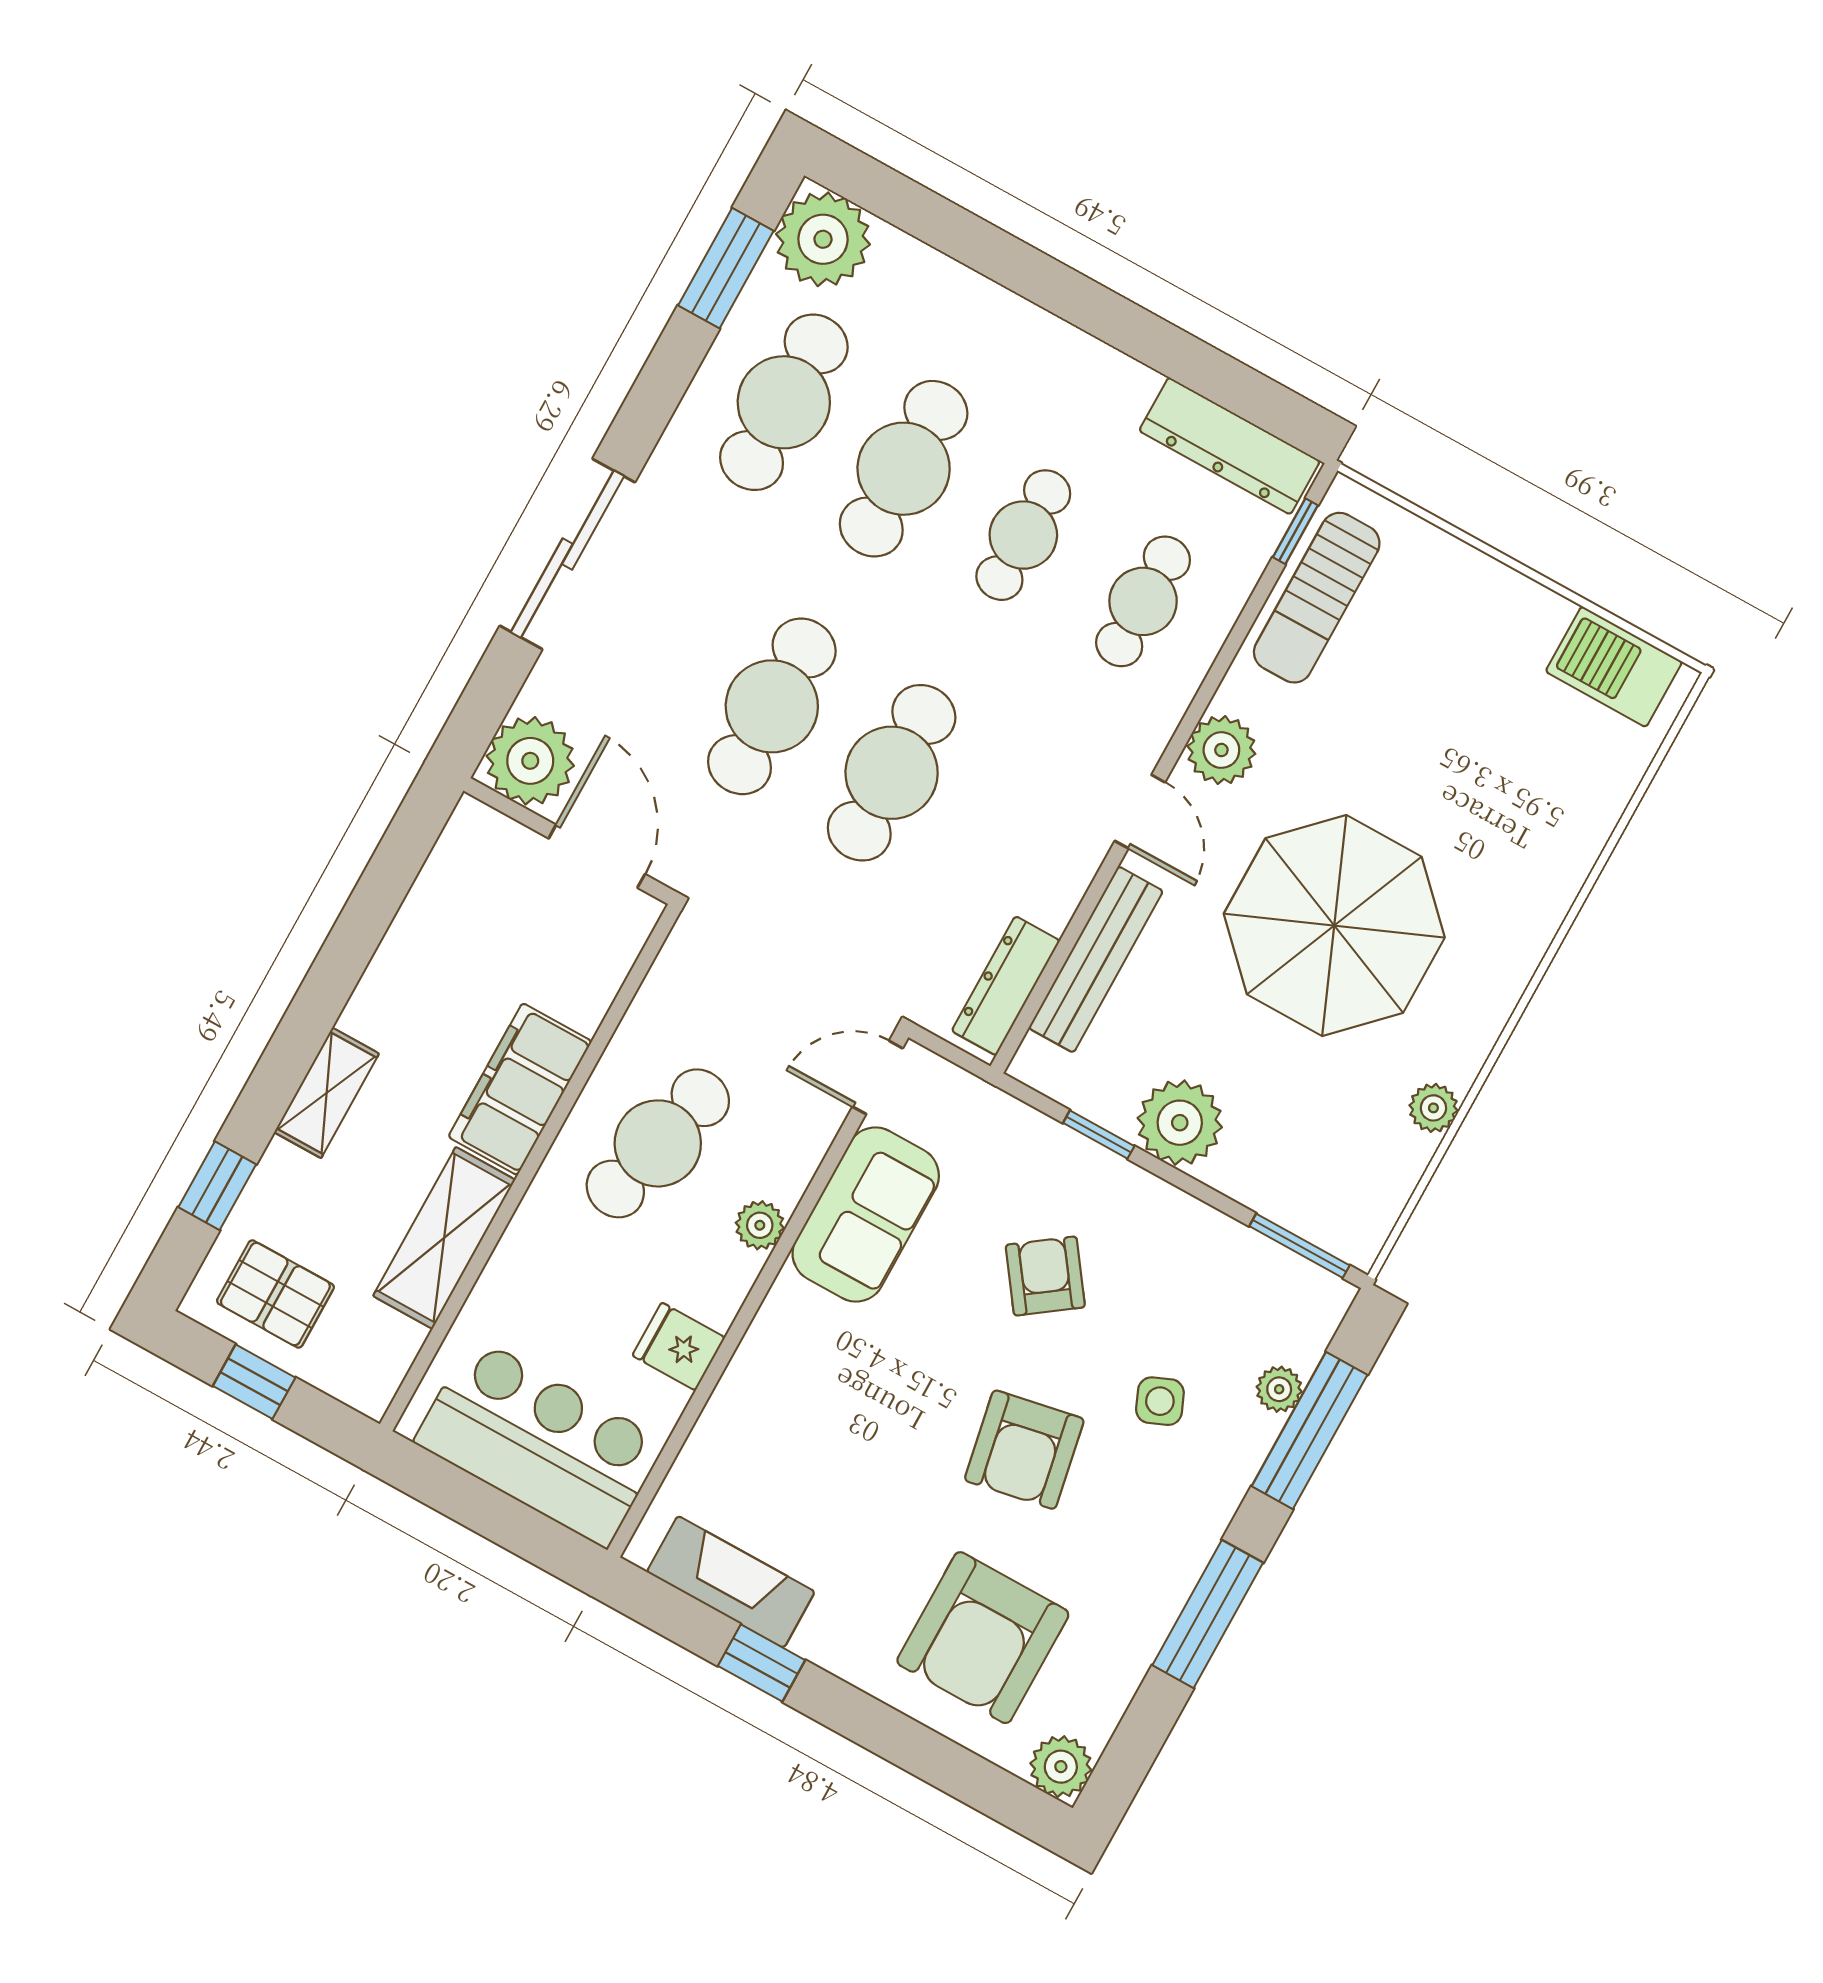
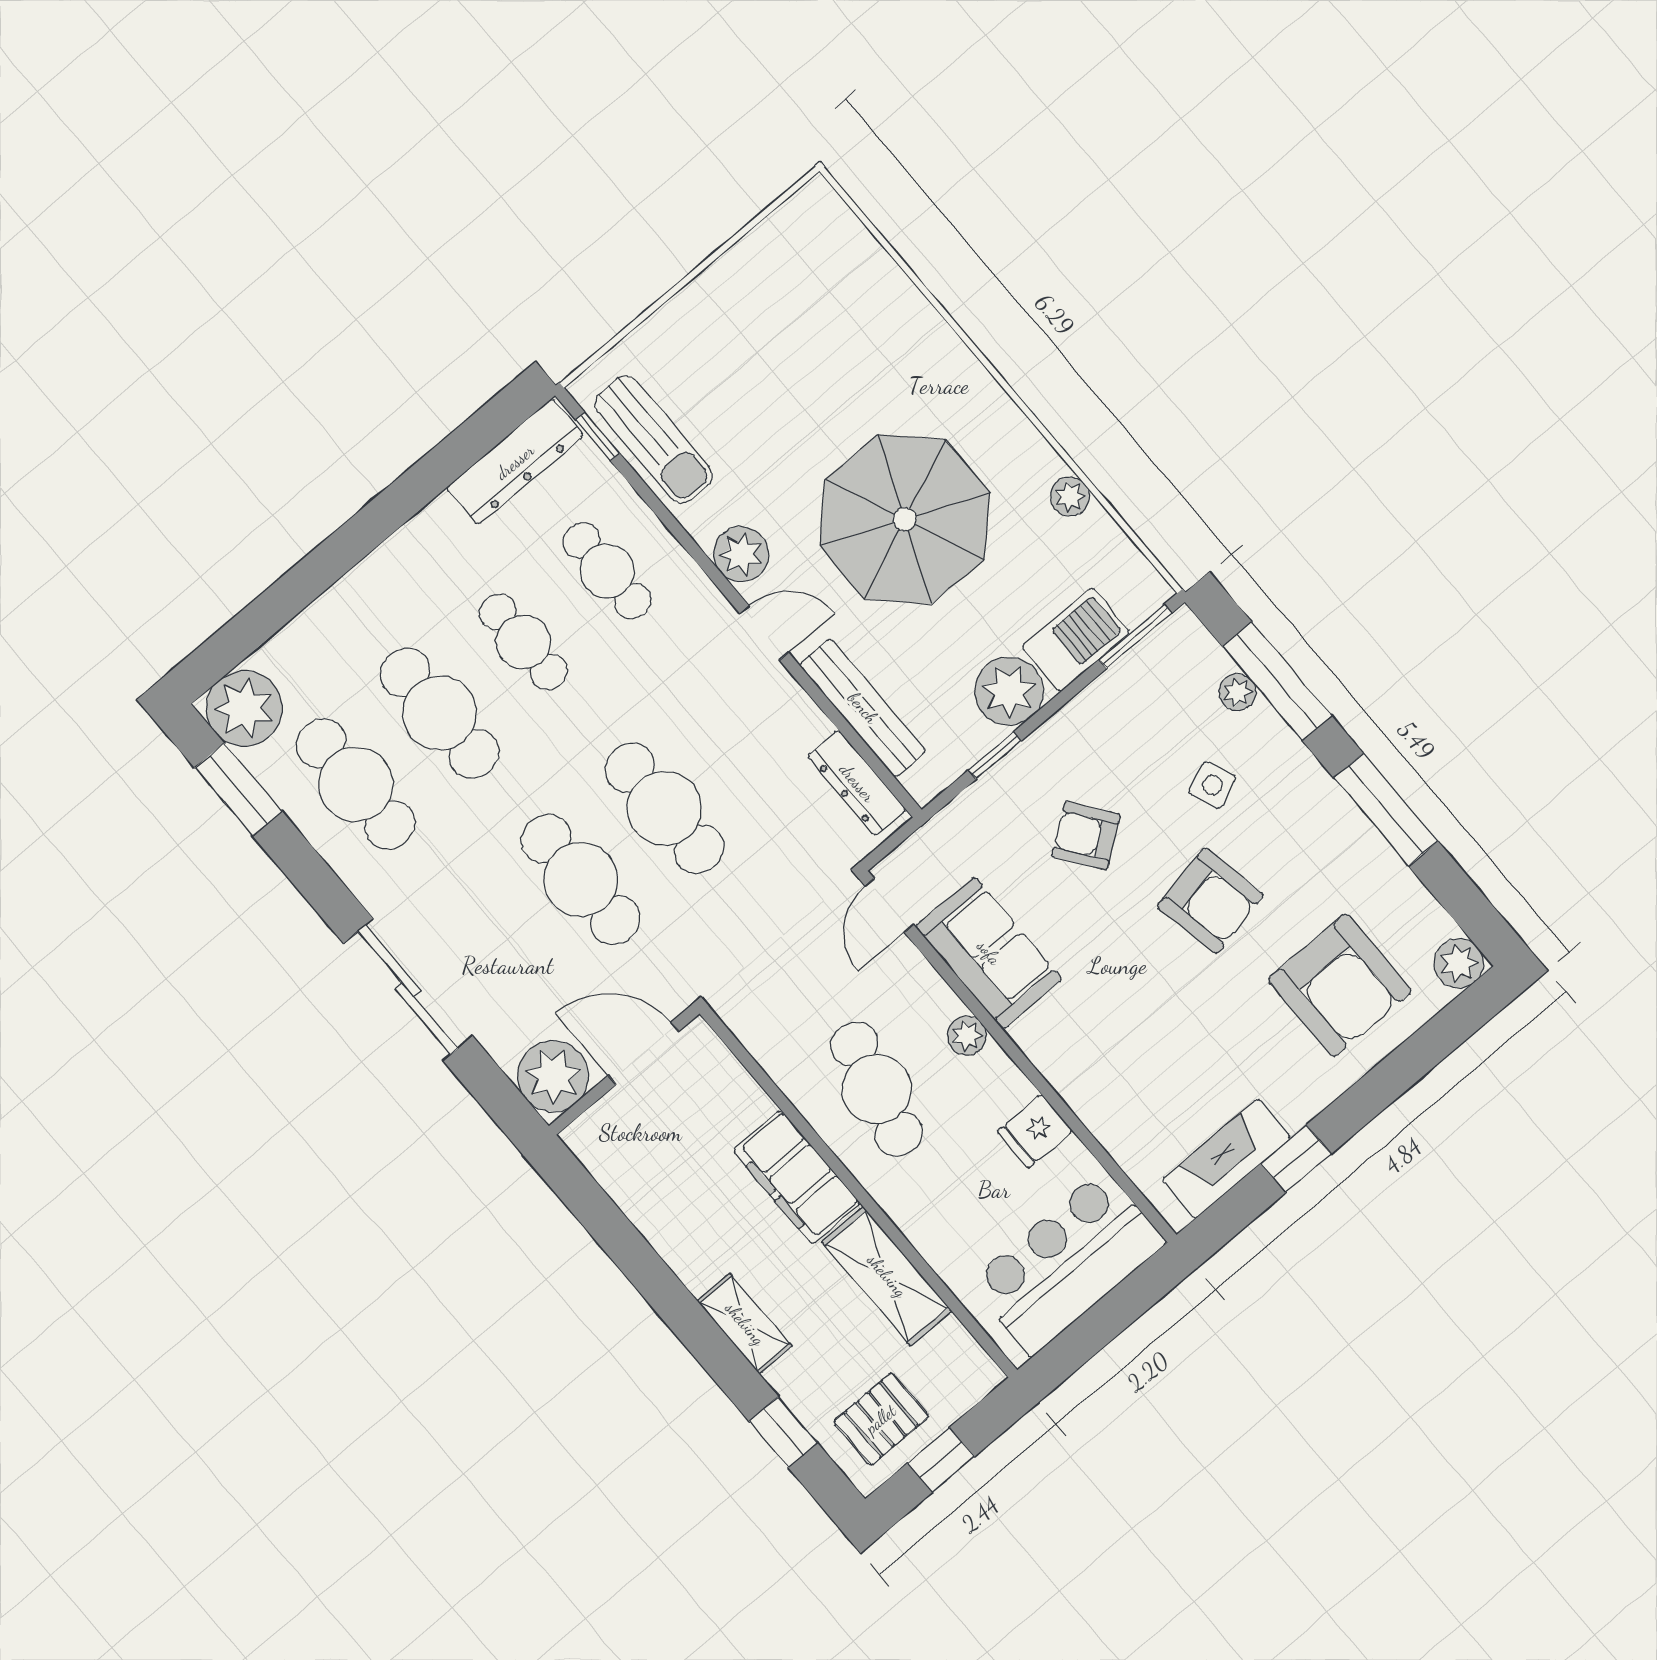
barbecue: (1614, 667) -> (1076, 640), moved, turned 180

